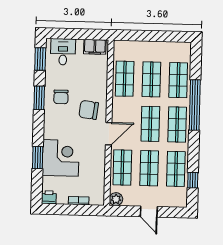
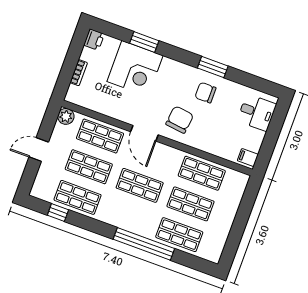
filing cabinet: (95, 47) -> (248, 158), width x0.50
window: (40, 59) -> (257, 83), removed
shop shelf: (177, 124) -> (128, 216), removed

